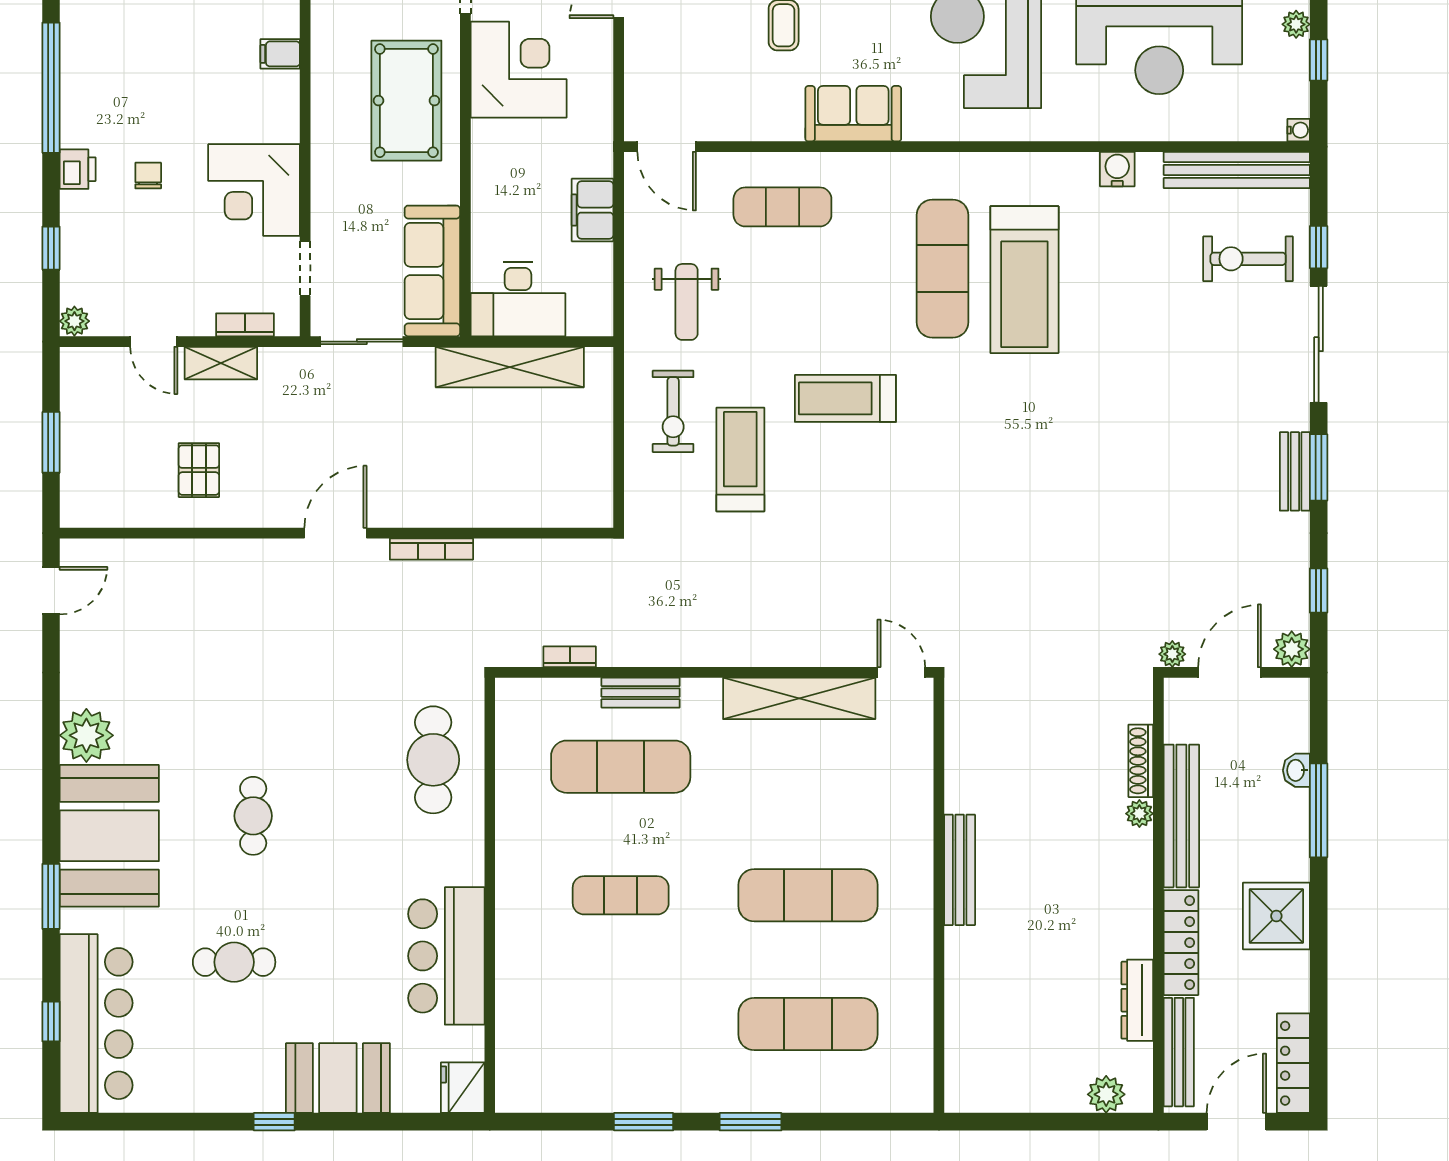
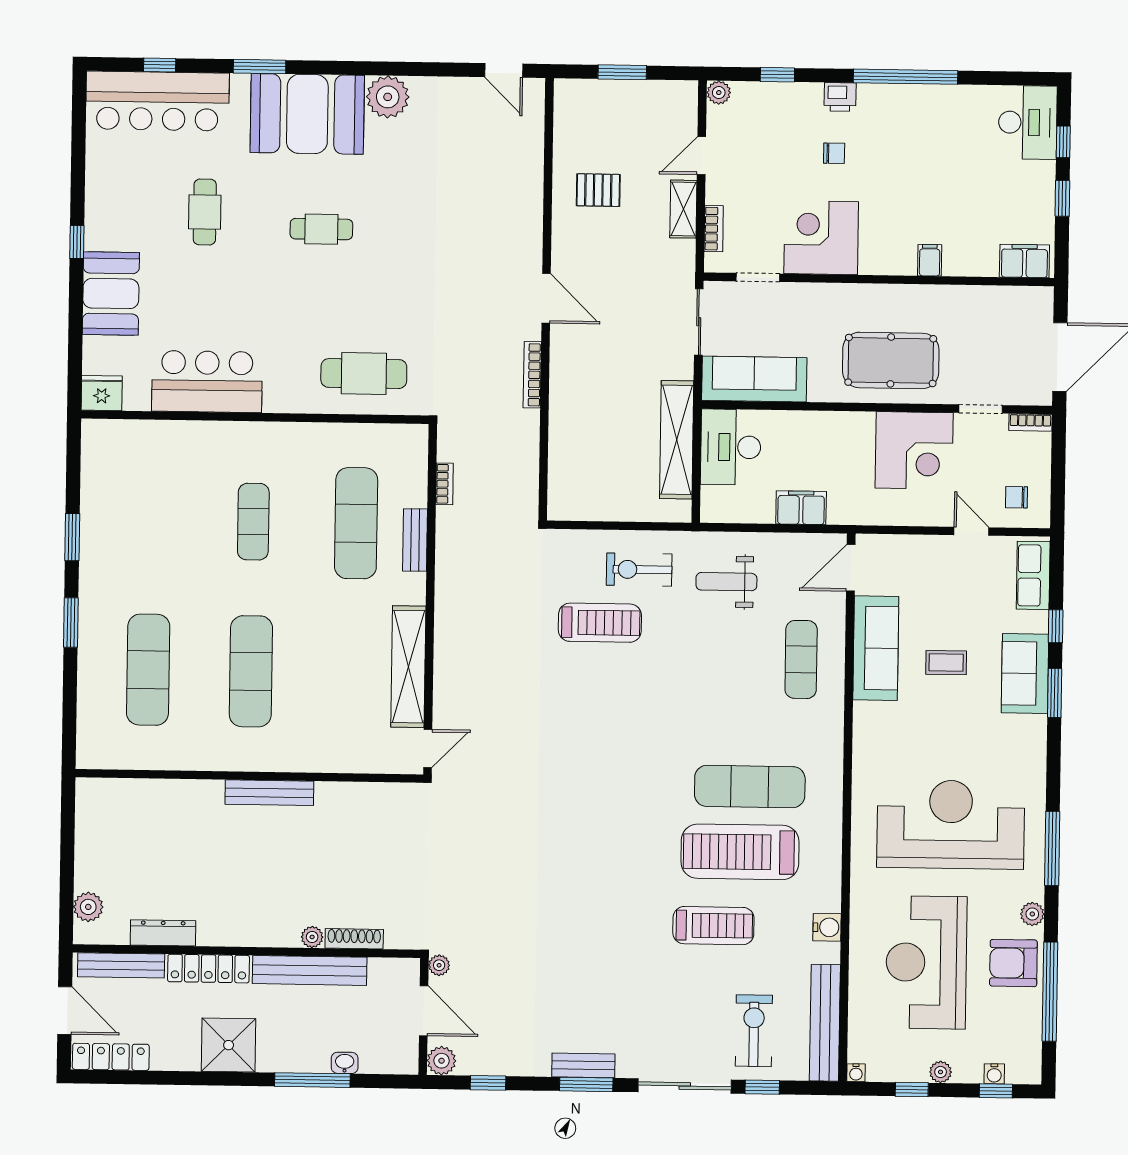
sofa: (853, 114) -> (876, 648), moved, width x1.36
treadmill: (845, 398) -> (713, 926), moved, turned 90

